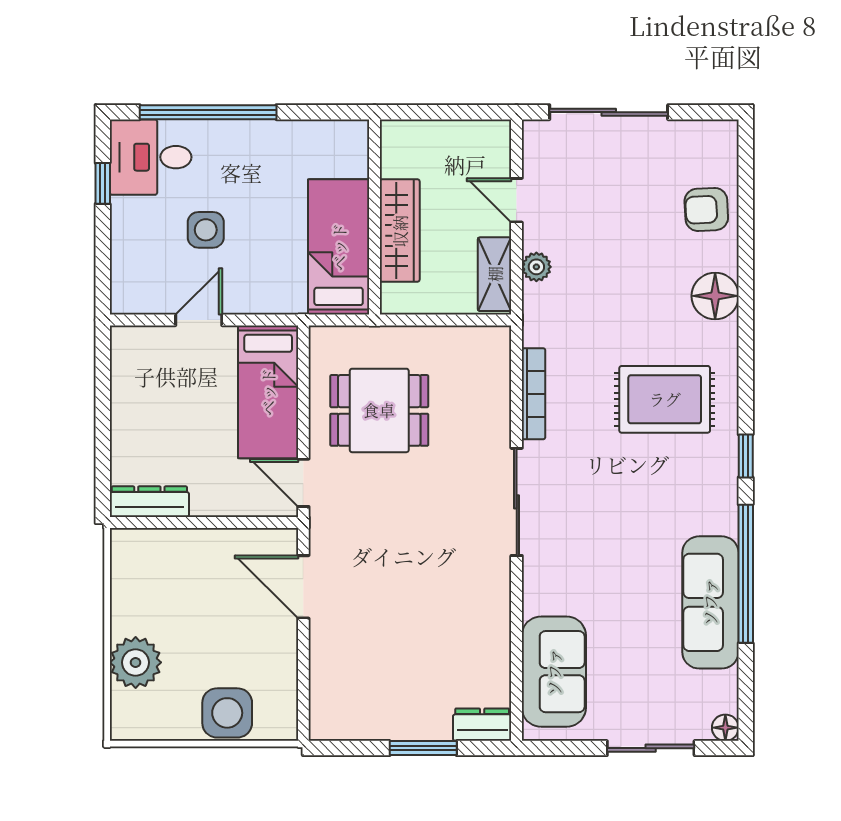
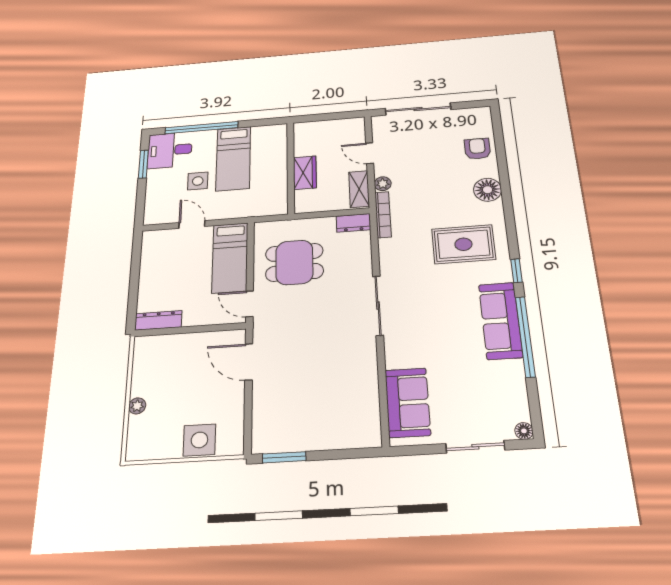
window: (103, 183) -> (143, 164), width x1.50
armchair: (706, 209) -> (477, 149), turned 93
wardrobe: (400, 231) -> (305, 173), width x0.67
bed: (339, 247) -> (233, 158), moved, turned 180
door: (199, 320) -> (192, 224), hinge flipped
bookcase: (534, 394) -> (383, 215), moved
sofa: (710, 602) -> (501, 321), moved
plant: (136, 662) -> (137, 406), width x0.53, depth x0.53
dresser: (482, 725) -> (353, 223), moved, turned 180
window: (423, 748) -> (284, 457), moved

